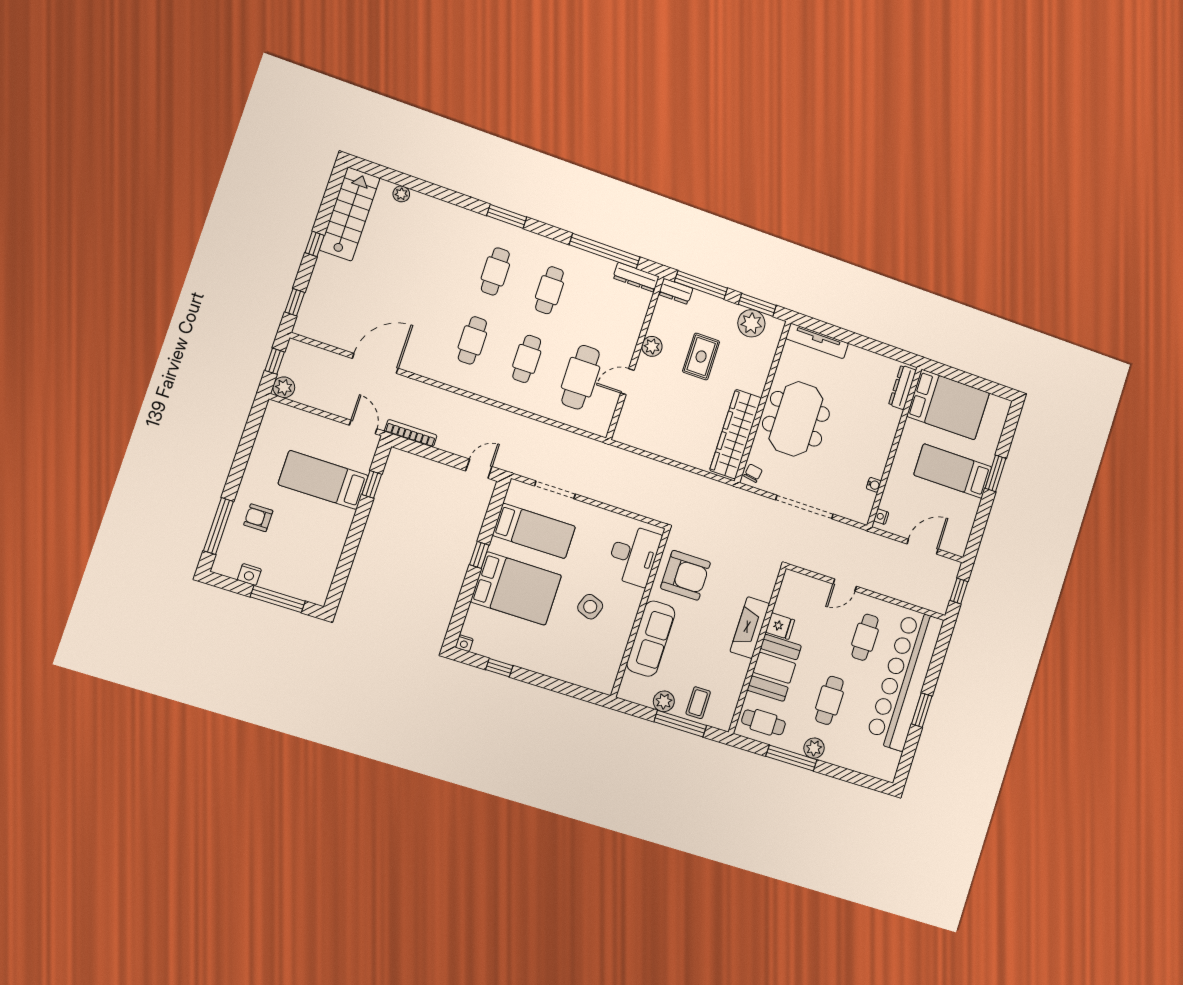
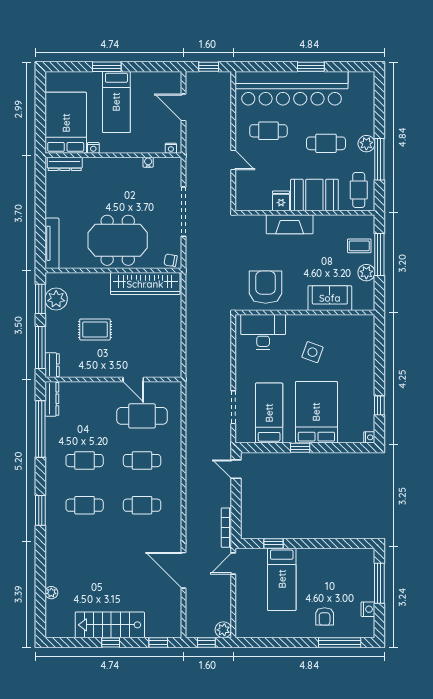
stairs: (350, 214) -> (110, 625), moved
plant: (652, 346) -> (100, 370), removed
nightstand: (910, 427) -> (93, 148), added
sofa: (651, 639) -> (330, 298), width x0.73

